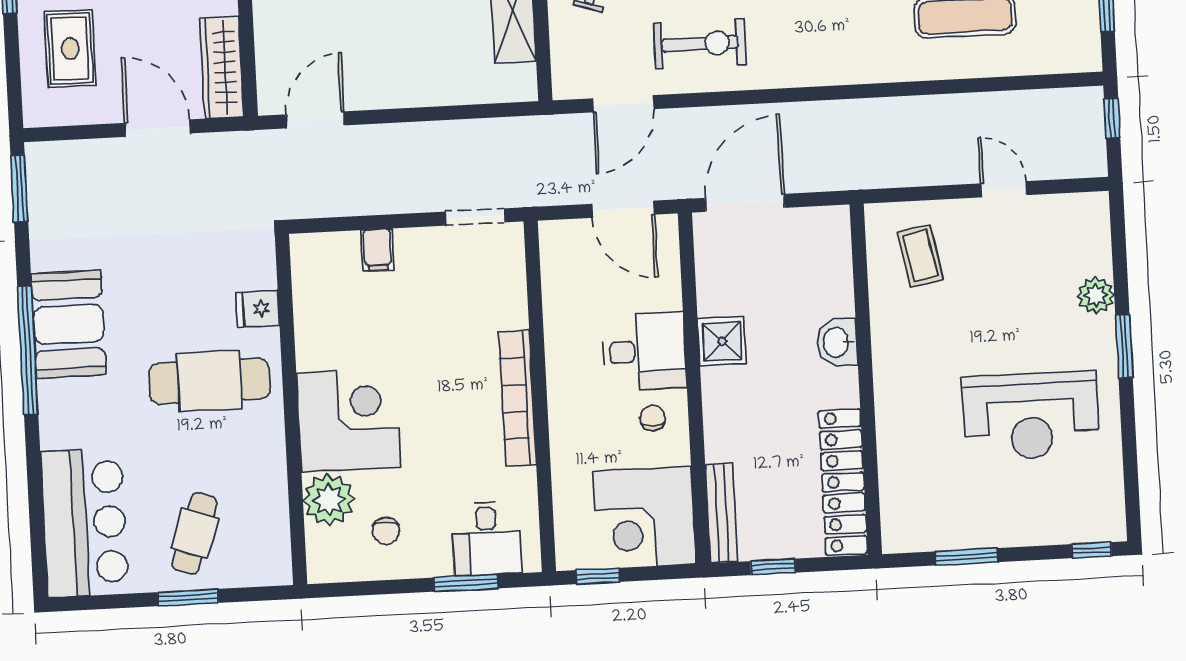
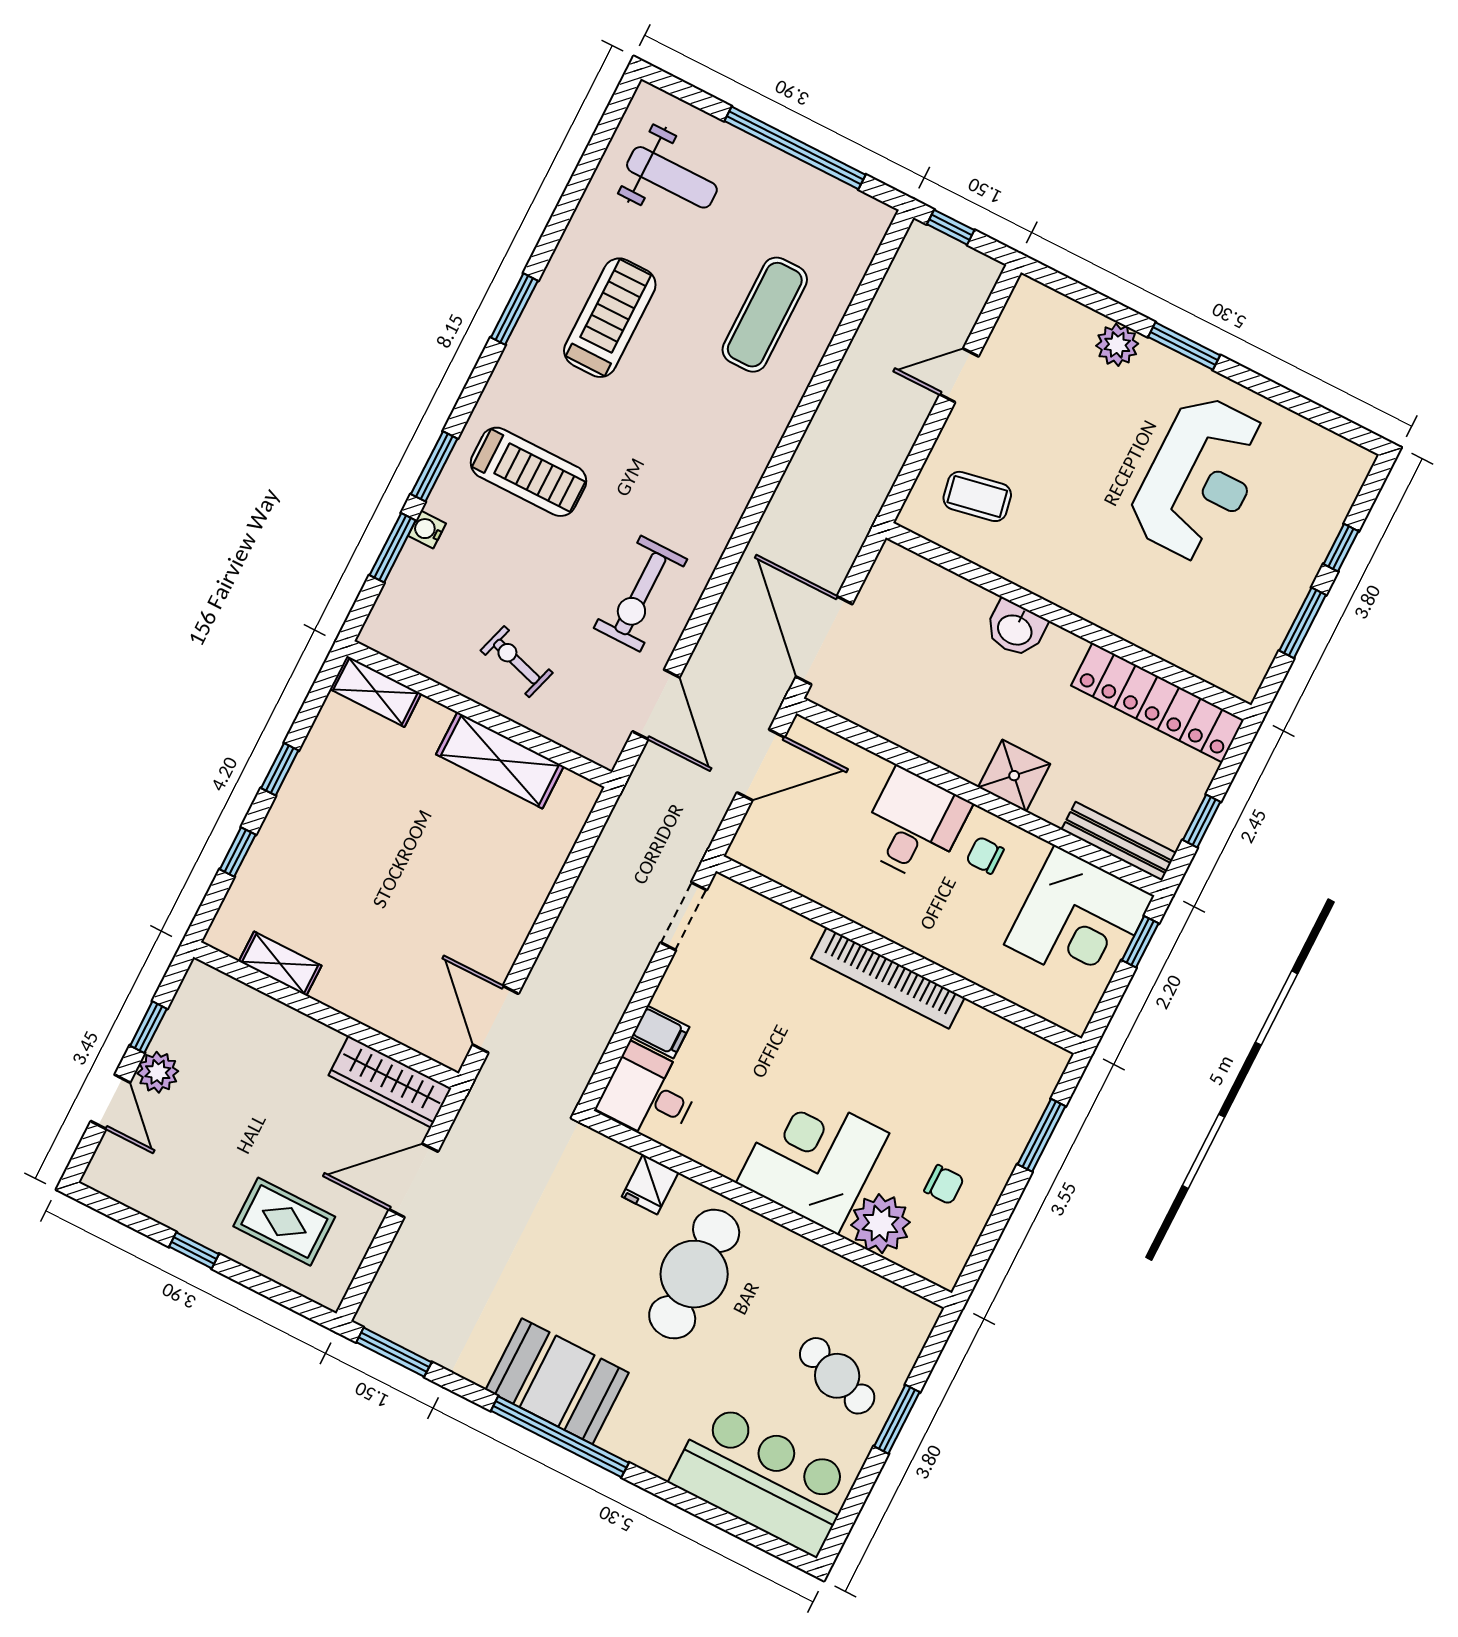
exercise bike: (700, 44) -> (640, 594), turned 180
shower: (722, 341) -> (1014, 776), moved
desk: (487, 538) -> (649, 1093), moved, turned 180
window: (1092, 550) -> (1341, 548), moved
window: (598, 576) -> (1140, 942), moved

